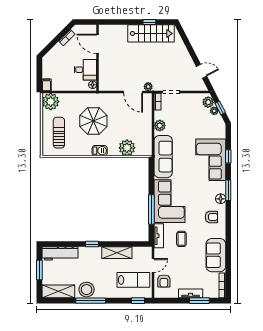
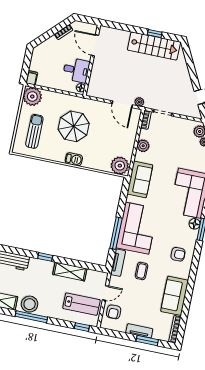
plant: (127, 148) -> (120, 166), moved
sofa: (163, 157) -> (140, 179), width x0.73
floor lamp: (221, 199) -> (195, 224), moved

